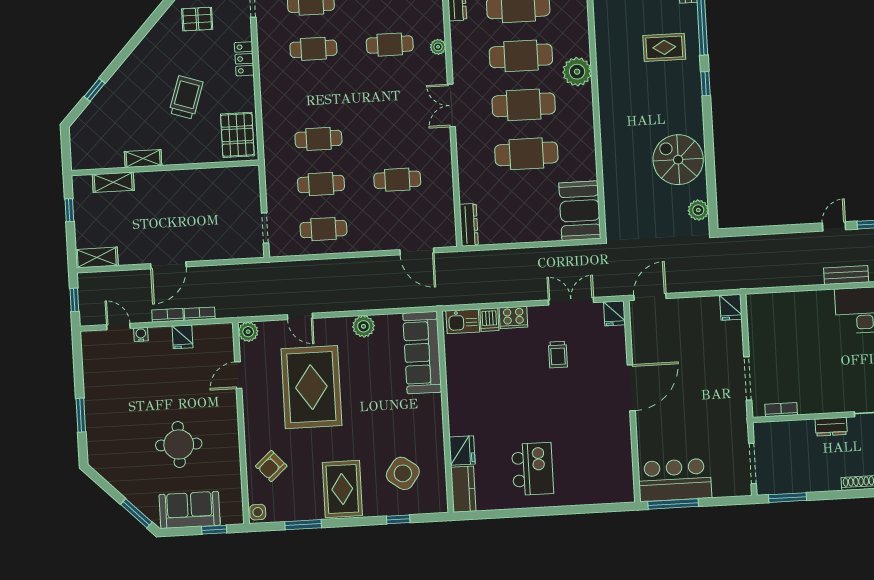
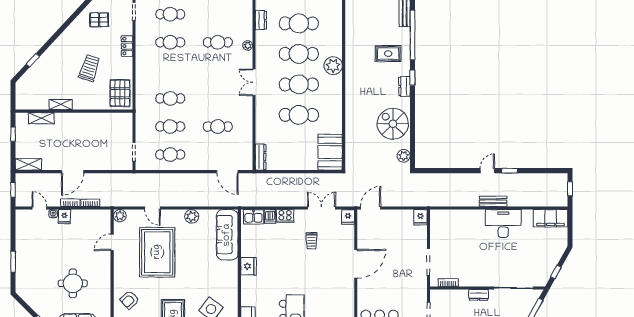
dresser: (693, 99) -> (404, 86), added
fridge: (182, 337) -> (64, 217), moved
fridge: (462, 451) -> (249, 266), moved

